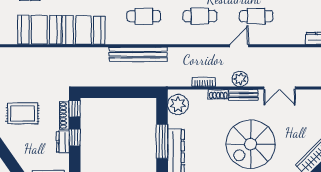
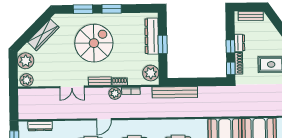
bench: (138, 54) -> (175, 92), moved
plant: (240, 79) -> (115, 93), moved
double door: (280, 88) -> (72, 87), swing flipped
window: (162, 141) -> (163, 44), width x0.69

